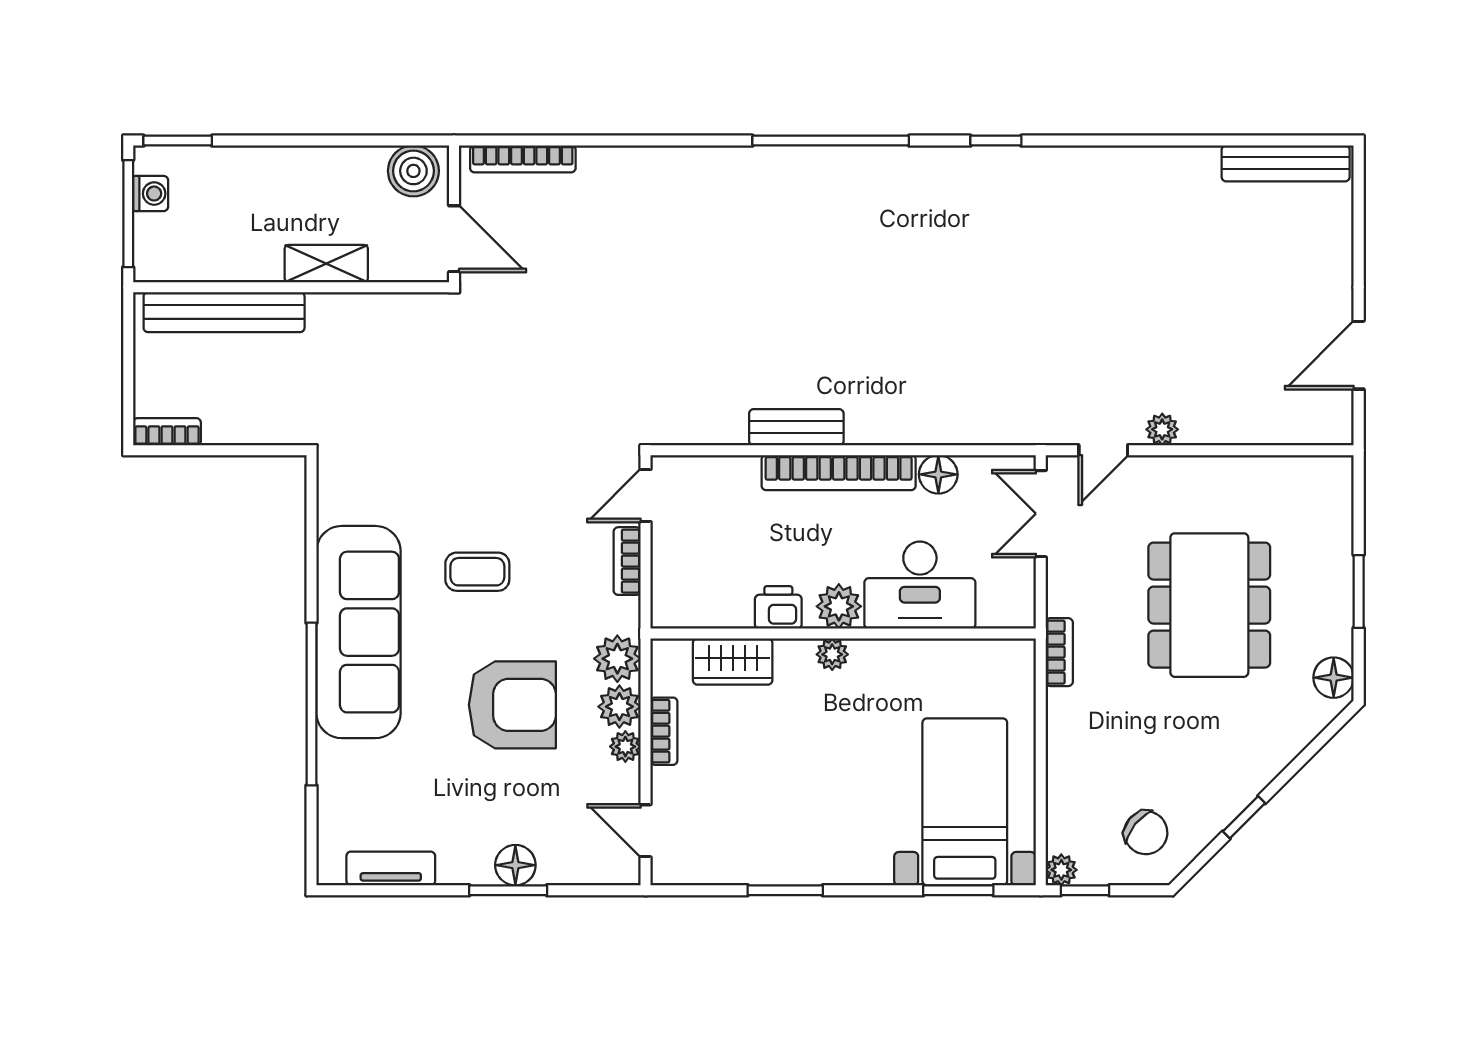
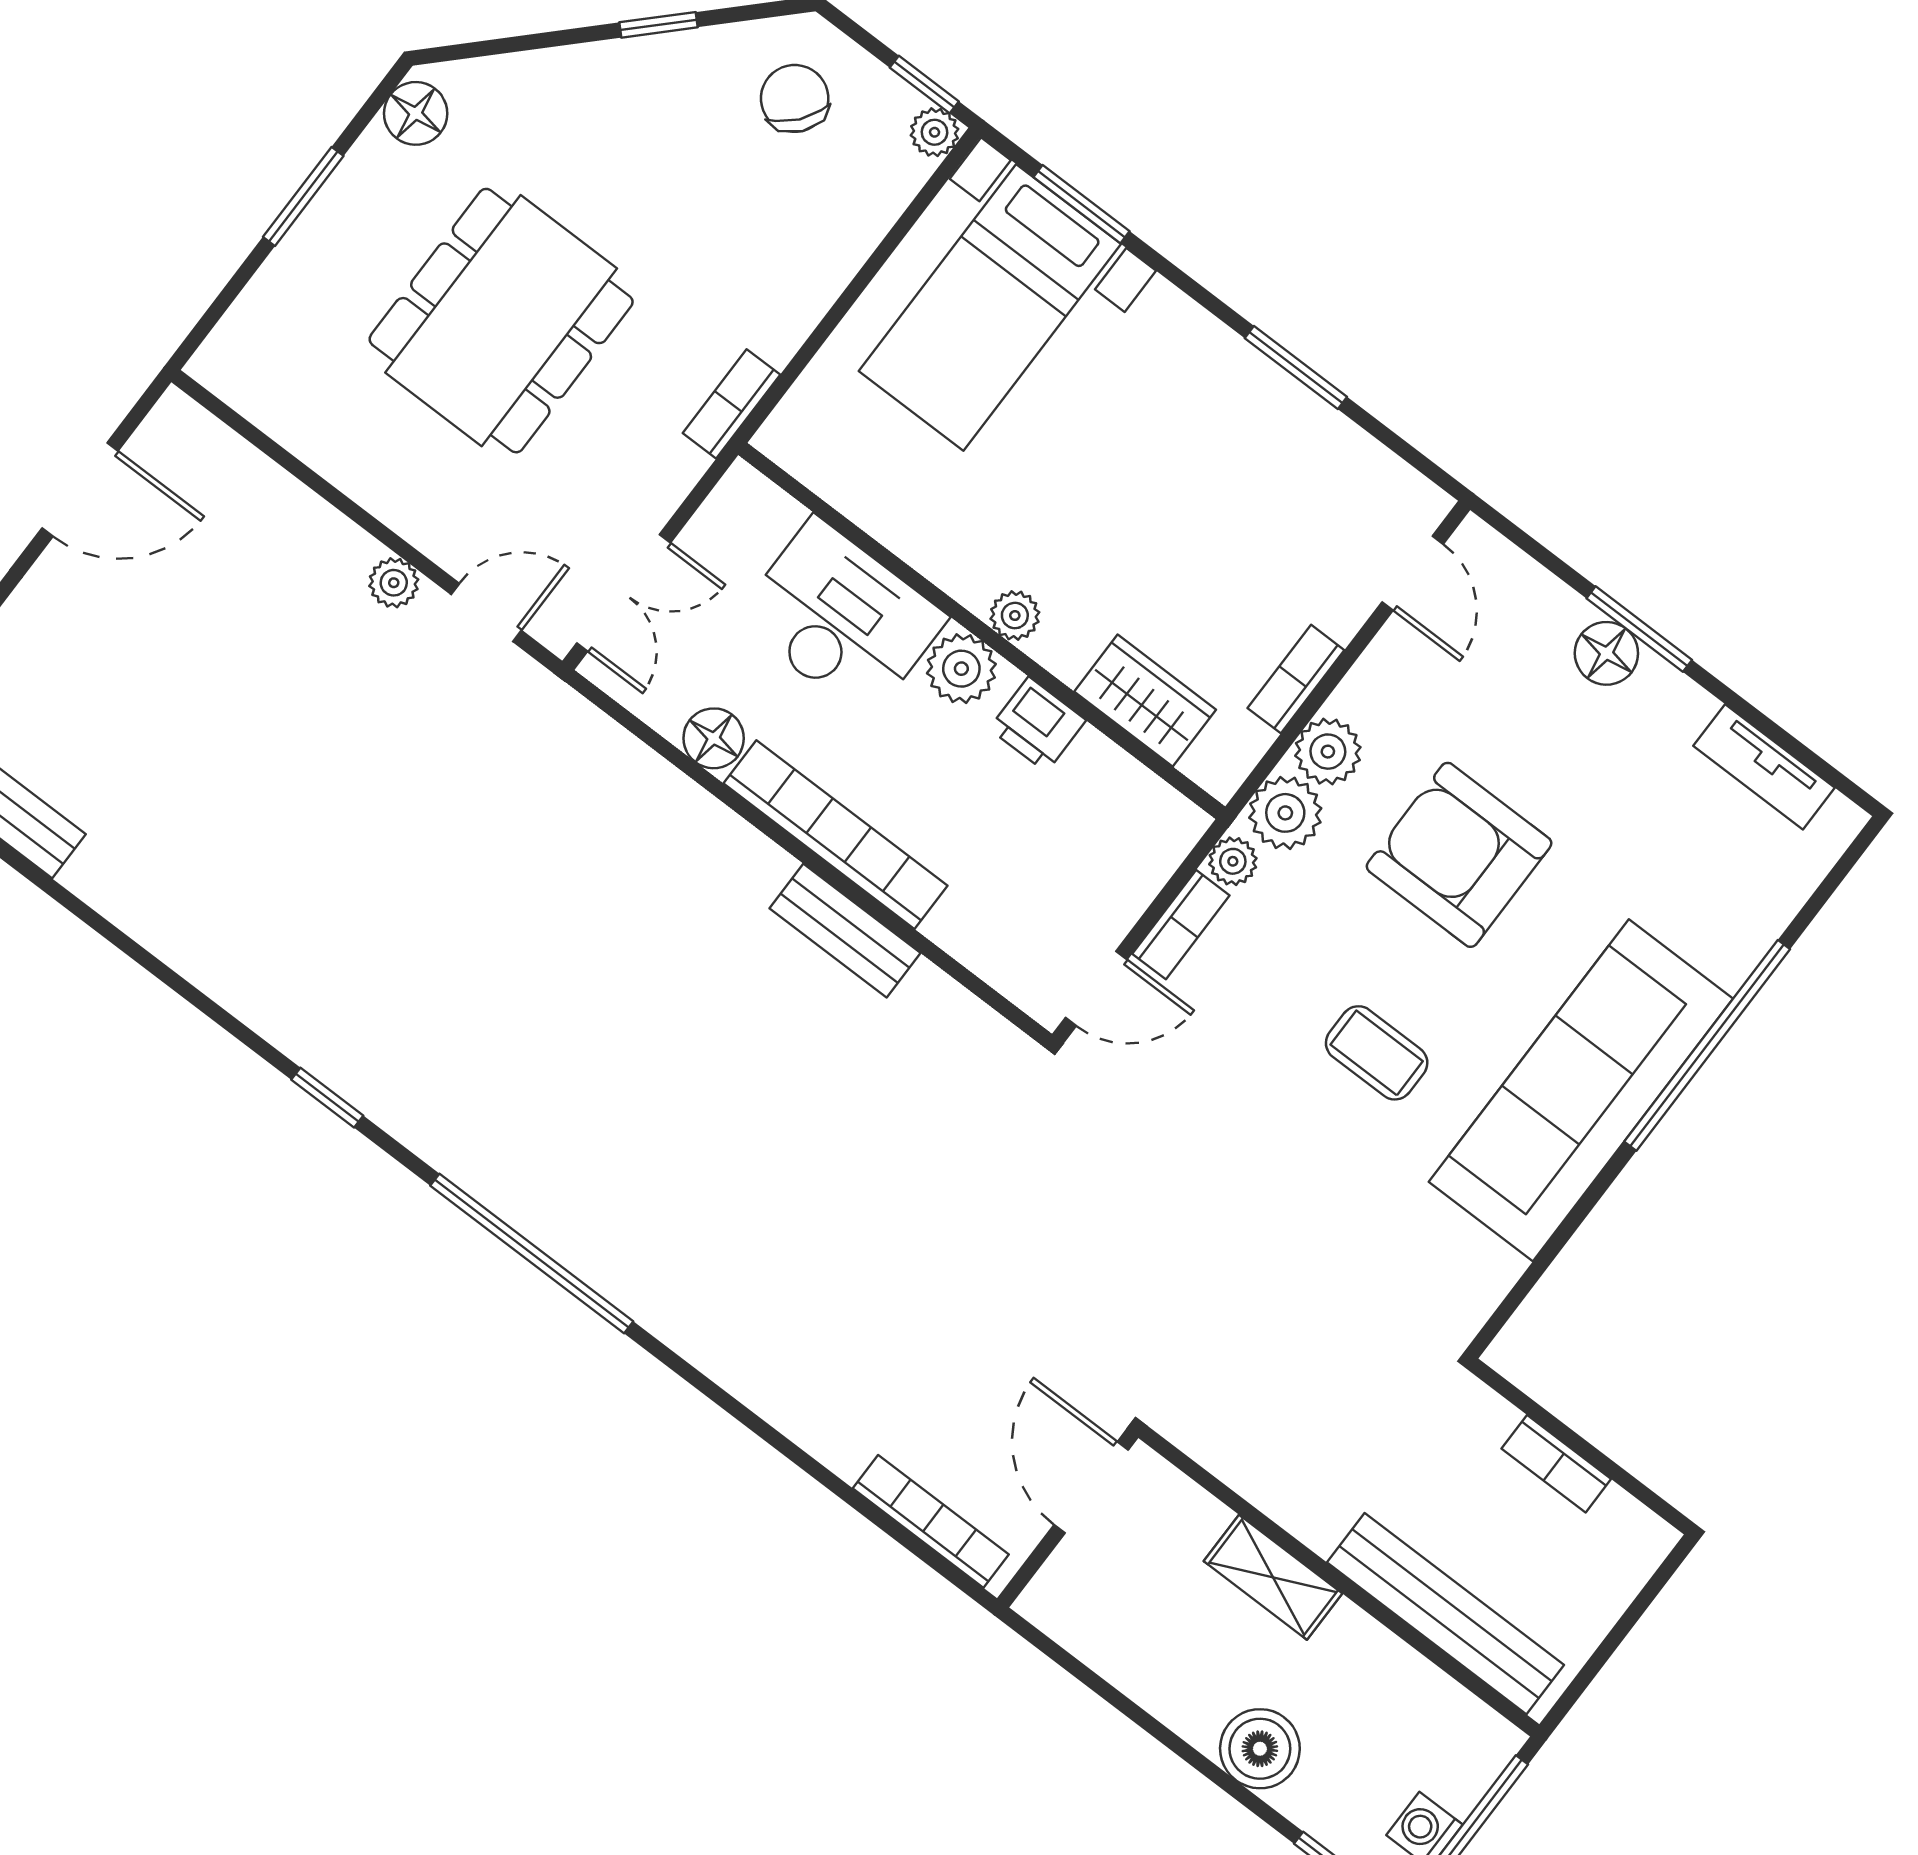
boiler: (413, 171) -> (1260, 1749), moved
bookcase: (167, 432) -> (1556, 1464), moved
plant: (625, 747) -> (1233, 861), moved

